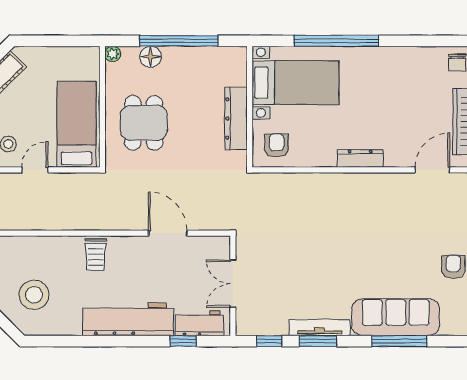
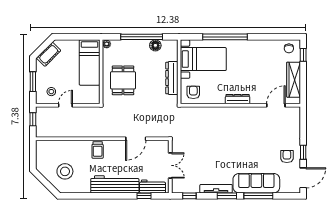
floor lamp: (151, 57) -> (155, 45), moved
bed: (77, 124) -> (90, 63), moved, turned 180
door: (168, 233) -> (136, 139), swing flipped
double door: (233, 284) -> (170, 165), swing flipped
window: (318, 341) -> (227, 196), moved

